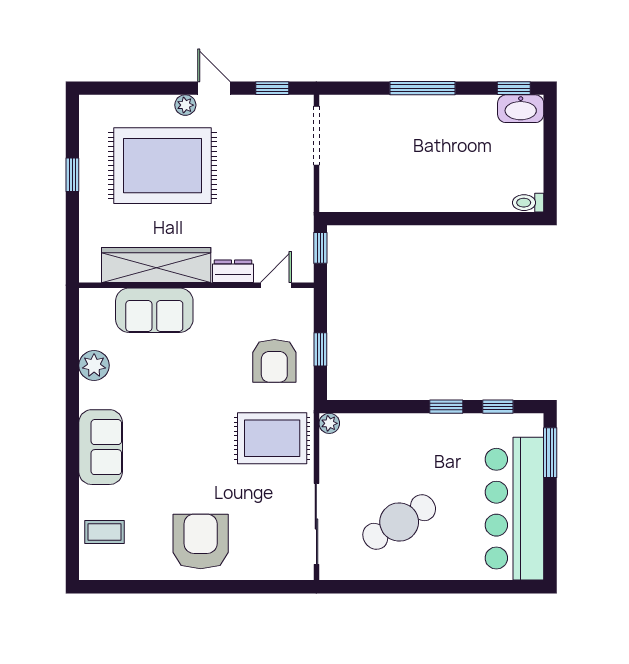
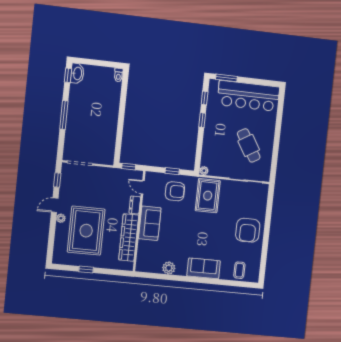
sofa: (154, 310) -> (150, 223), moved
armchair: (201, 541) -> (248, 230), turned -90

